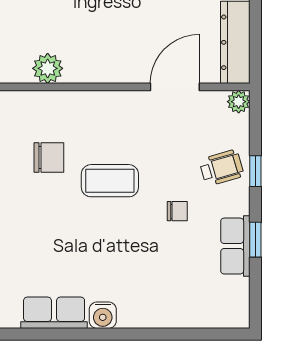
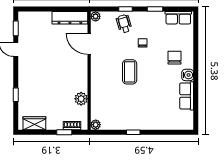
chair: (49, 158) -> (174, 58), moved
row of seats: (235, 246) -> (178, 18), moved

